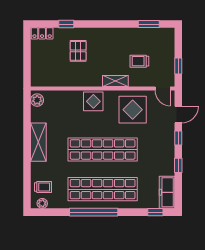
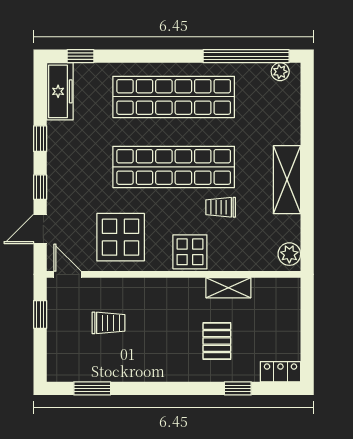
shelving: (115, 81) -> (228, 288), moved
trolley: (43, 187) -> (221, 207), moved
window: (94, 212) -> (246, 56), moved

